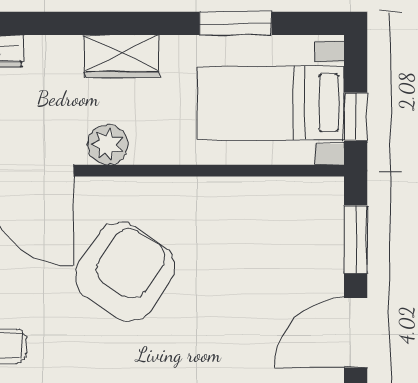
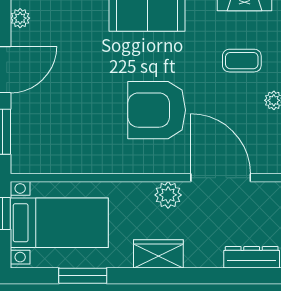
armchair: (125, 272) -> (157, 110), turned 56

